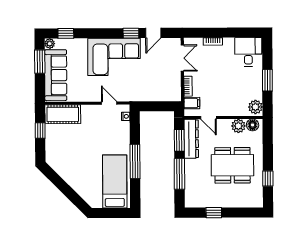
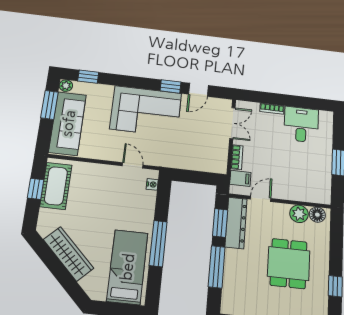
desk: (248, 52) -> (301, 124), moved
plant: (255, 107) -> (322, 193), removed
cot: (63, 114) -> (56, 186), moved, turned 90
door: (208, 118) -> (261, 199), swing flipped
dining table: (232, 165) -> (289, 264), width x0.73
wardrobe: (71, 177) -> (68, 254), added

